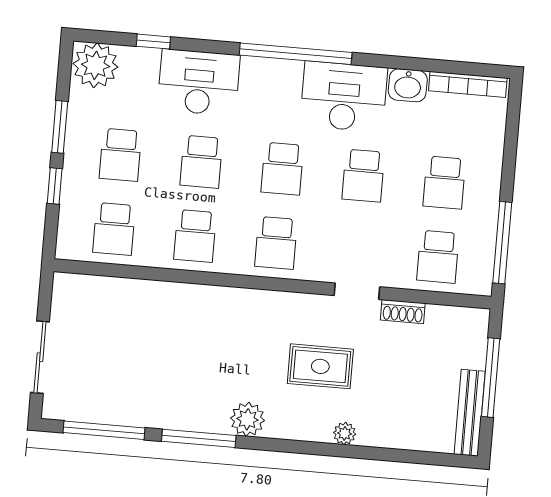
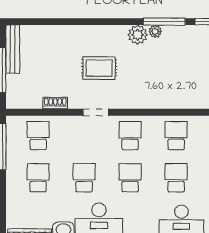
doorway: (357, 291) -> (96, 112), moved
plant: (345, 433) -> (155, 31), moved

